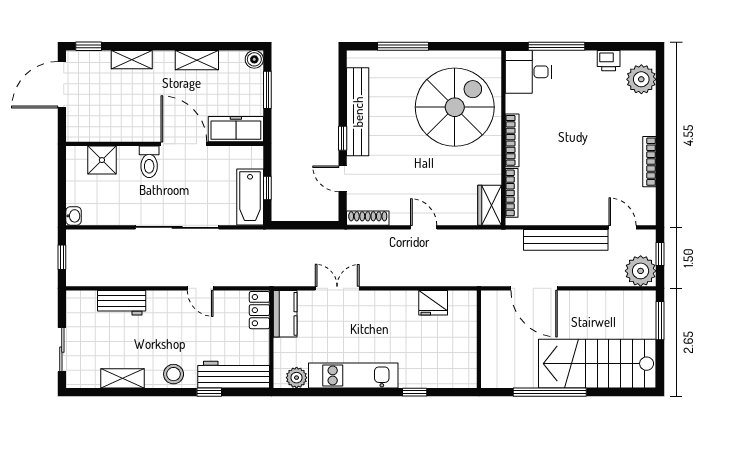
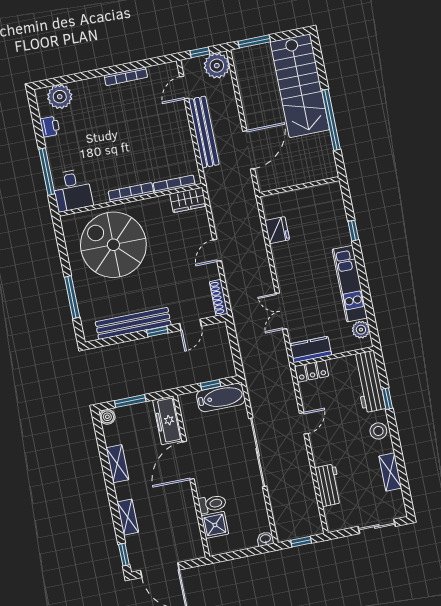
toilet: (149, 162) -> (212, 504), moved

